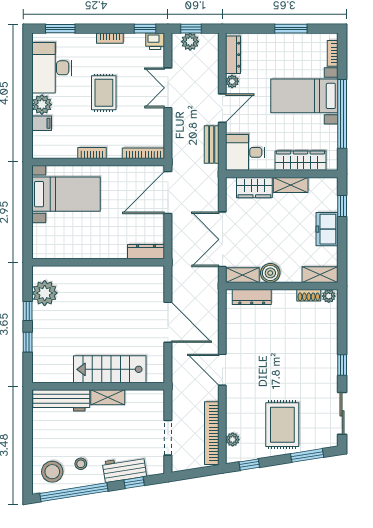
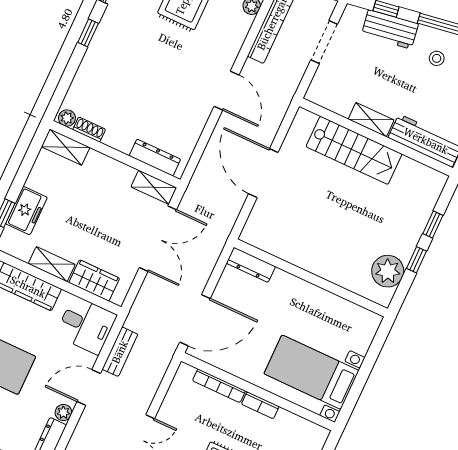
bookcase: (143, 153) -> (219, 386), moved
freezer: (327, 229) -> (26, 211), moved
boiler: (270, 273) -> (121, 175), removed

